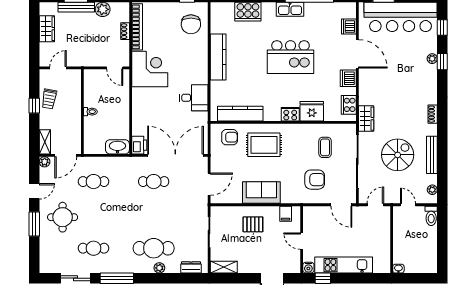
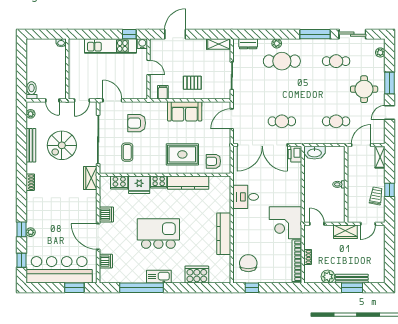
wardrobe: (47, 29) -> (345, 232), moved, turned -90
cooker: (349, 105) -> (119, 182), moved, turned 90
kitchen counter: (240, 114) -> (188, 183), moved
plant: (45, 162) -> (380, 52), moved

